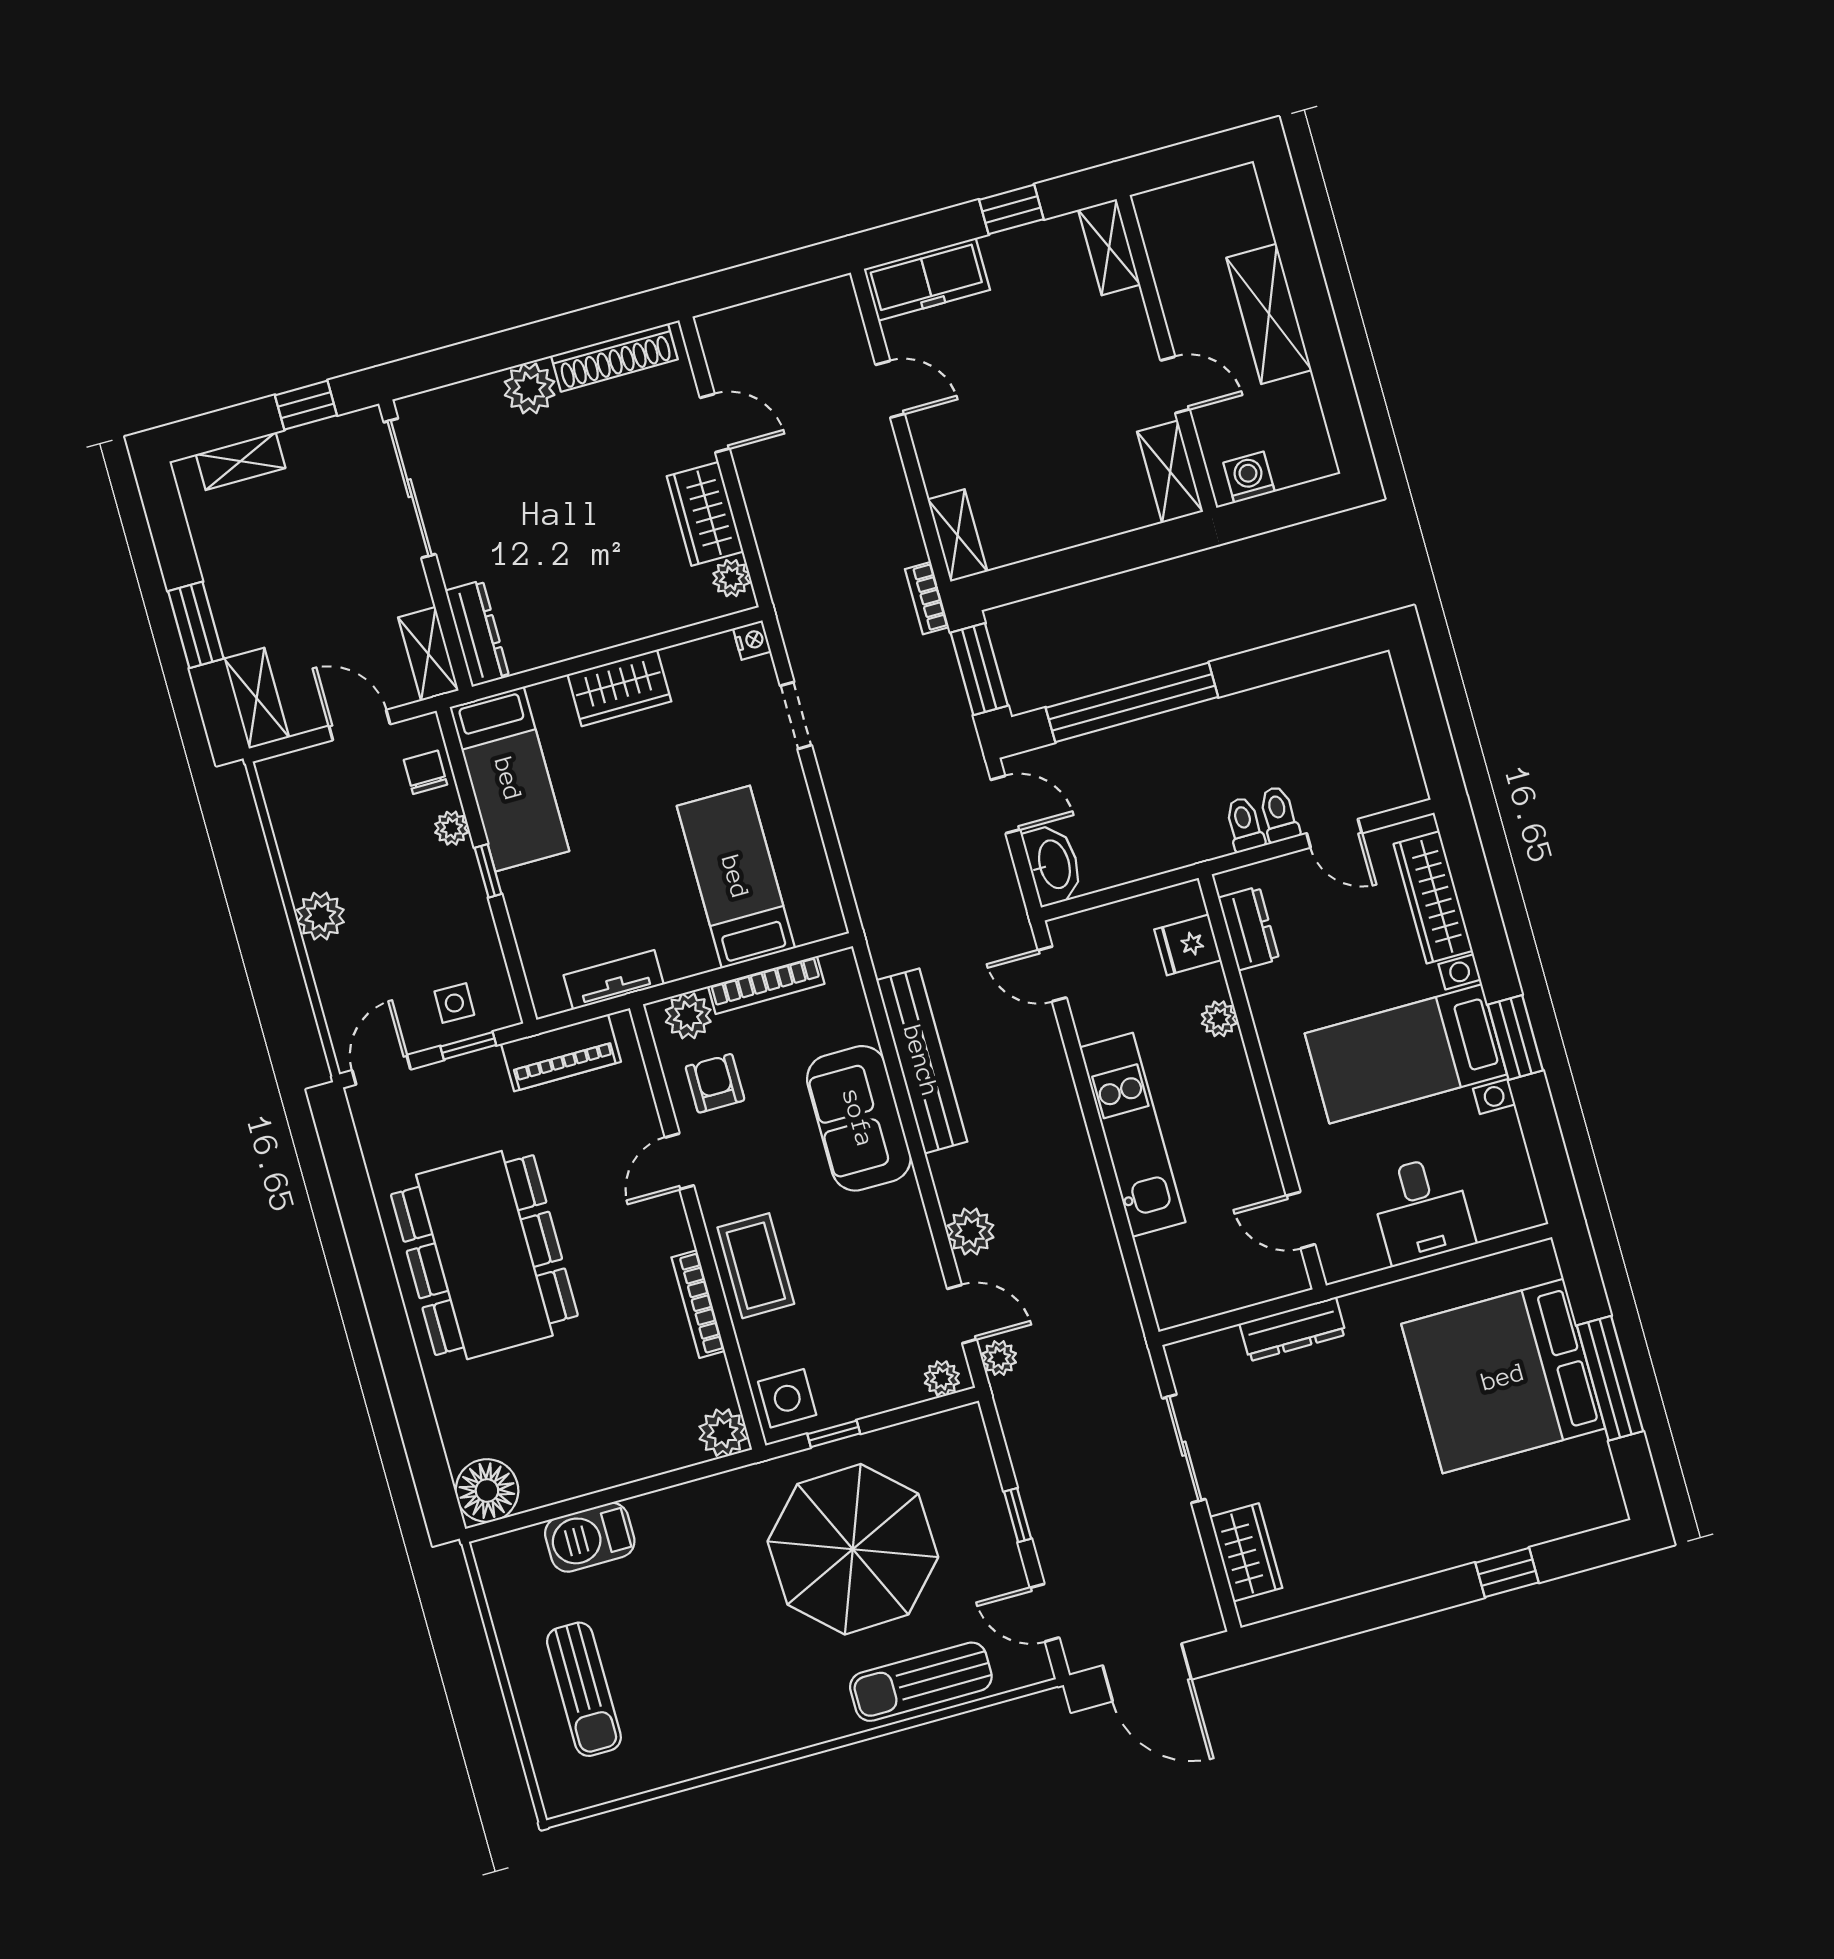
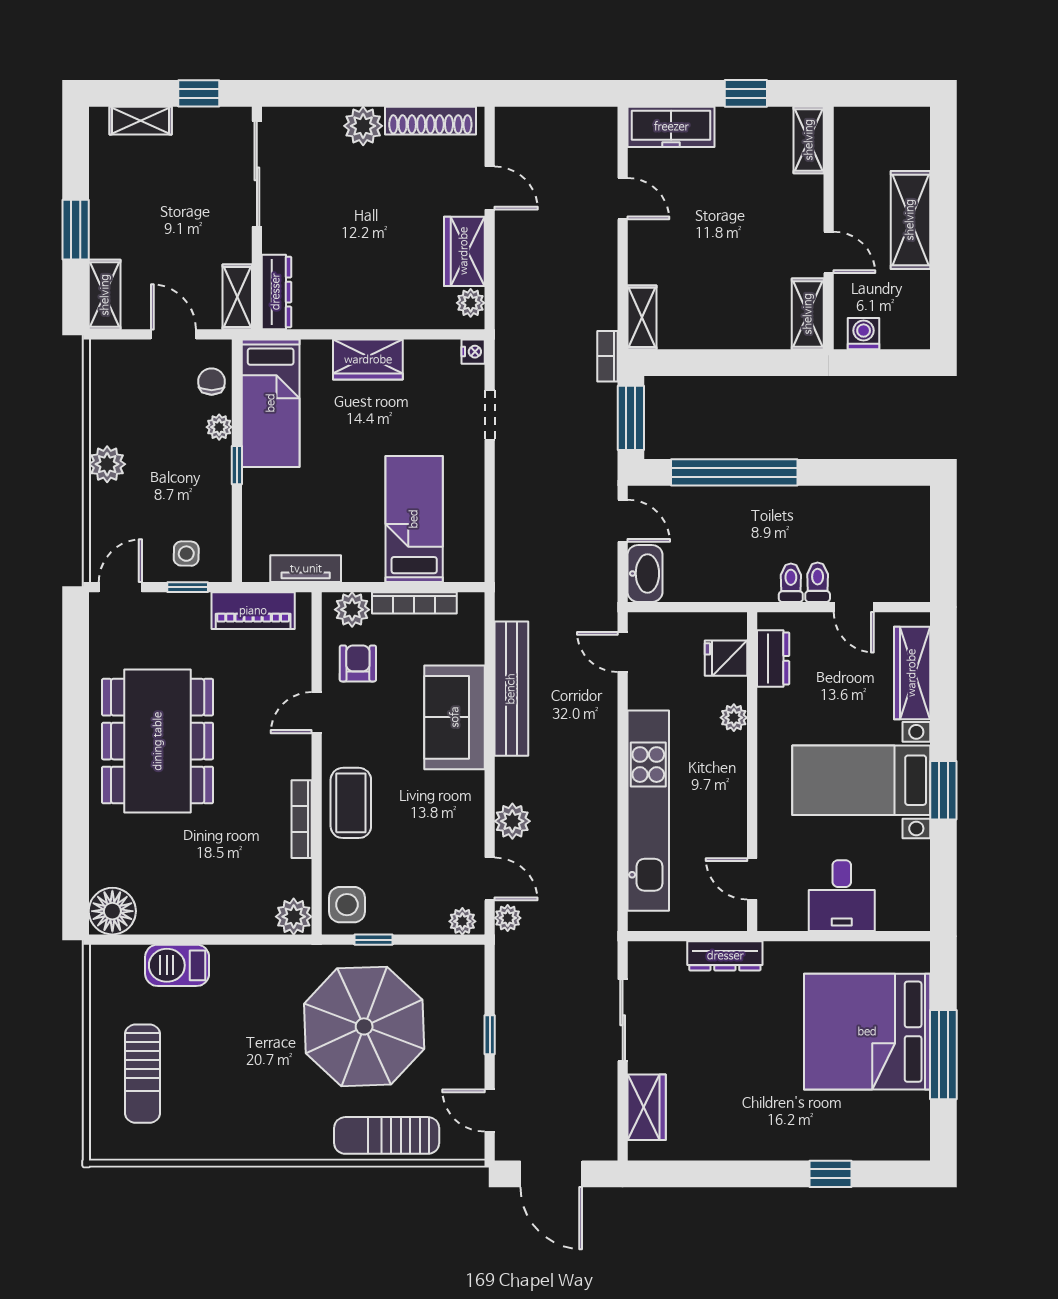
kitchen unit: (1133, 1135) -> (648, 811), width x1.36

